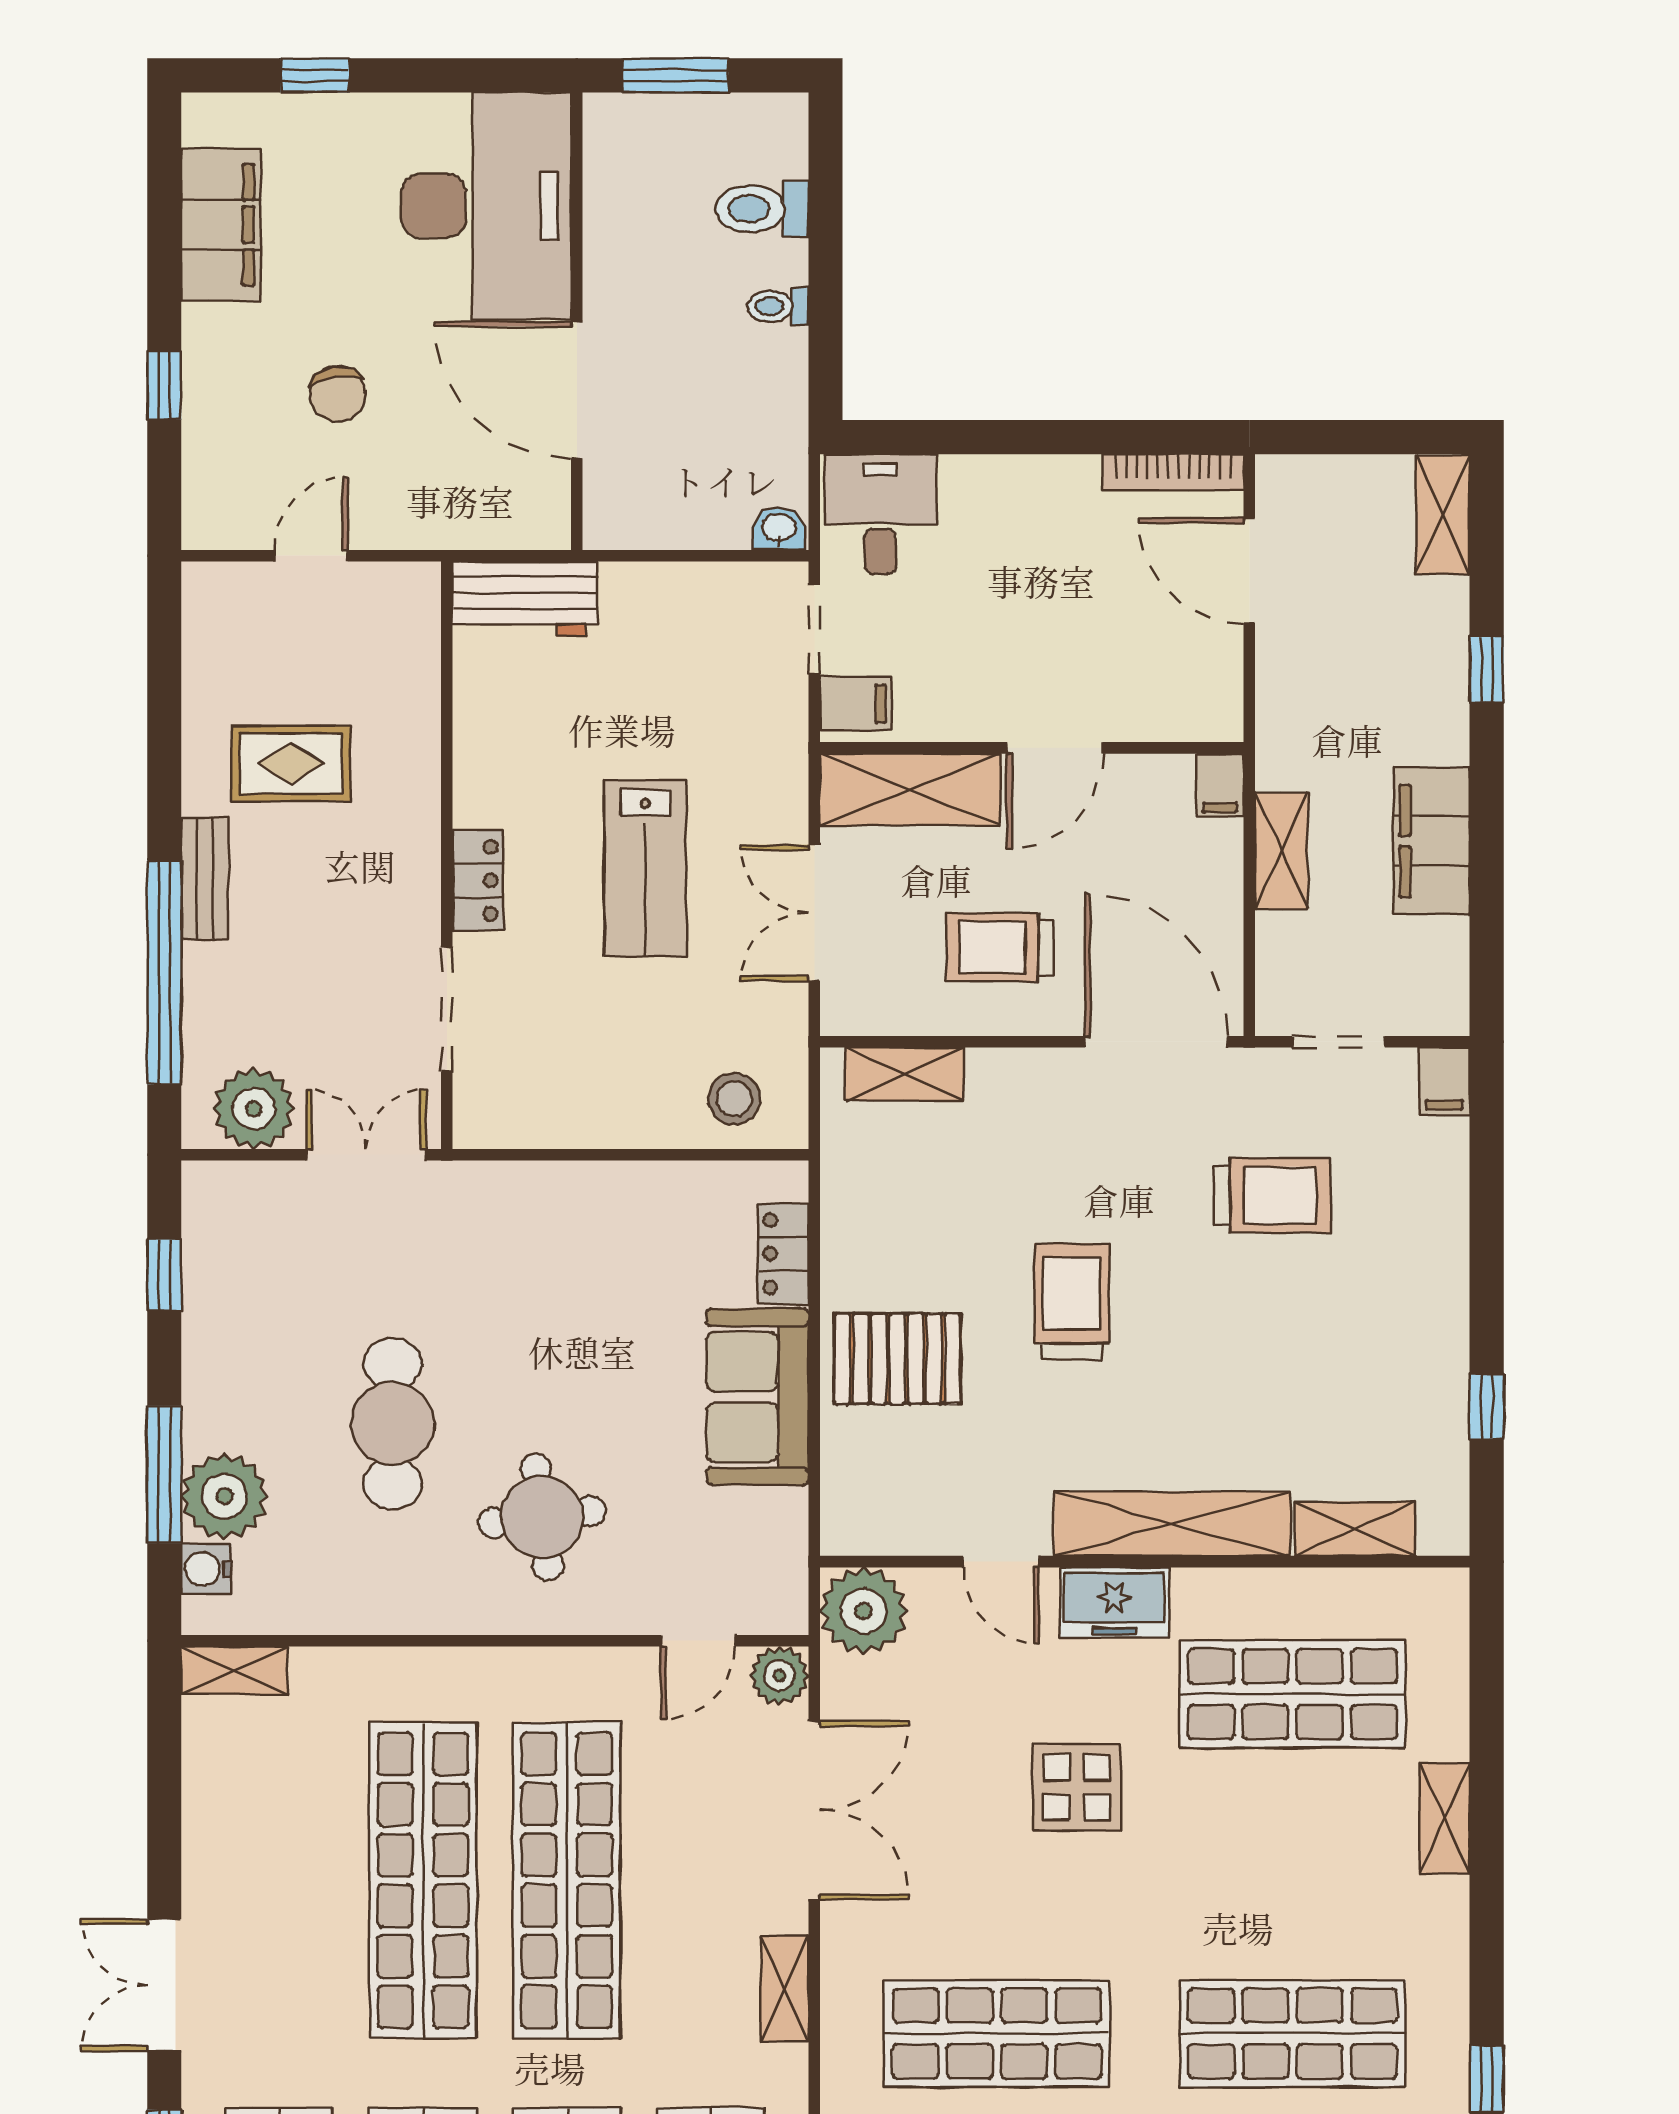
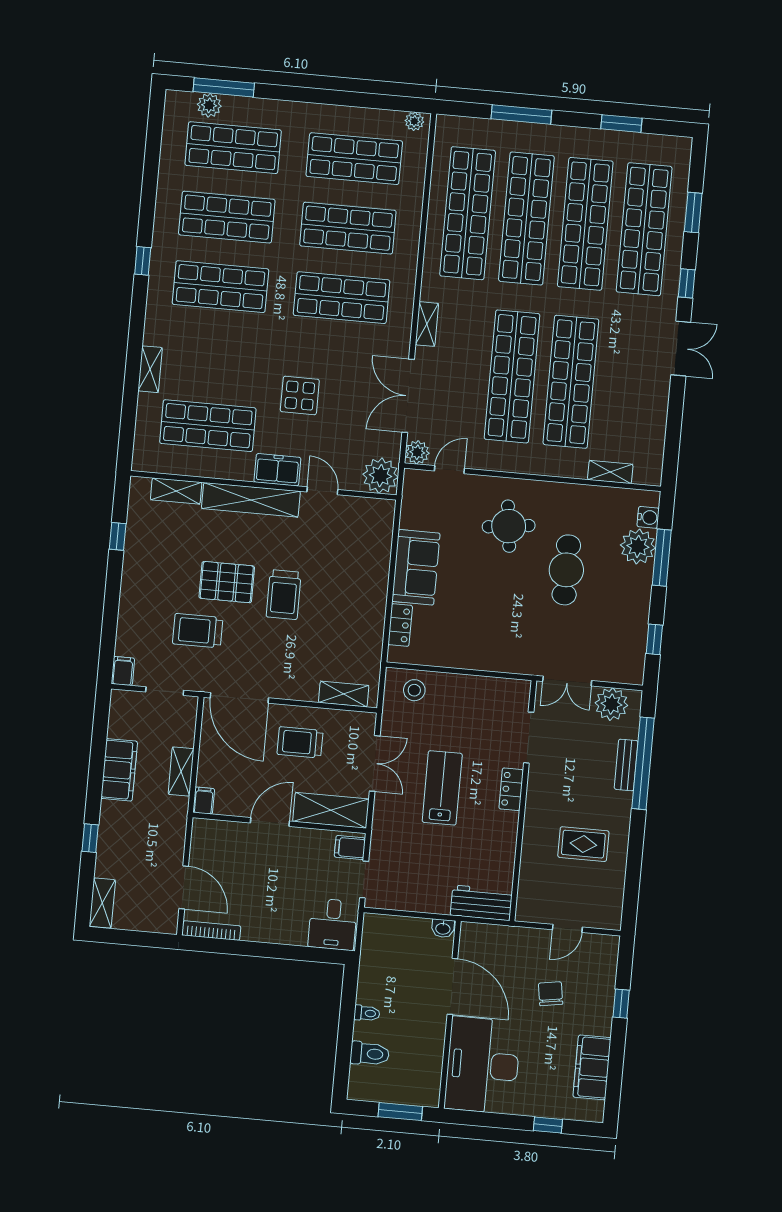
washbasin: (779, 529) -> (443, 928), moved
bench: (205, 879) -> (626, 765), moved
trolley: (1000, 947) -> (300, 742), turned 180
pallet: (897, 1359) -> (227, 582), moved
shelving: (235, 1670) -> (610, 472), moved

